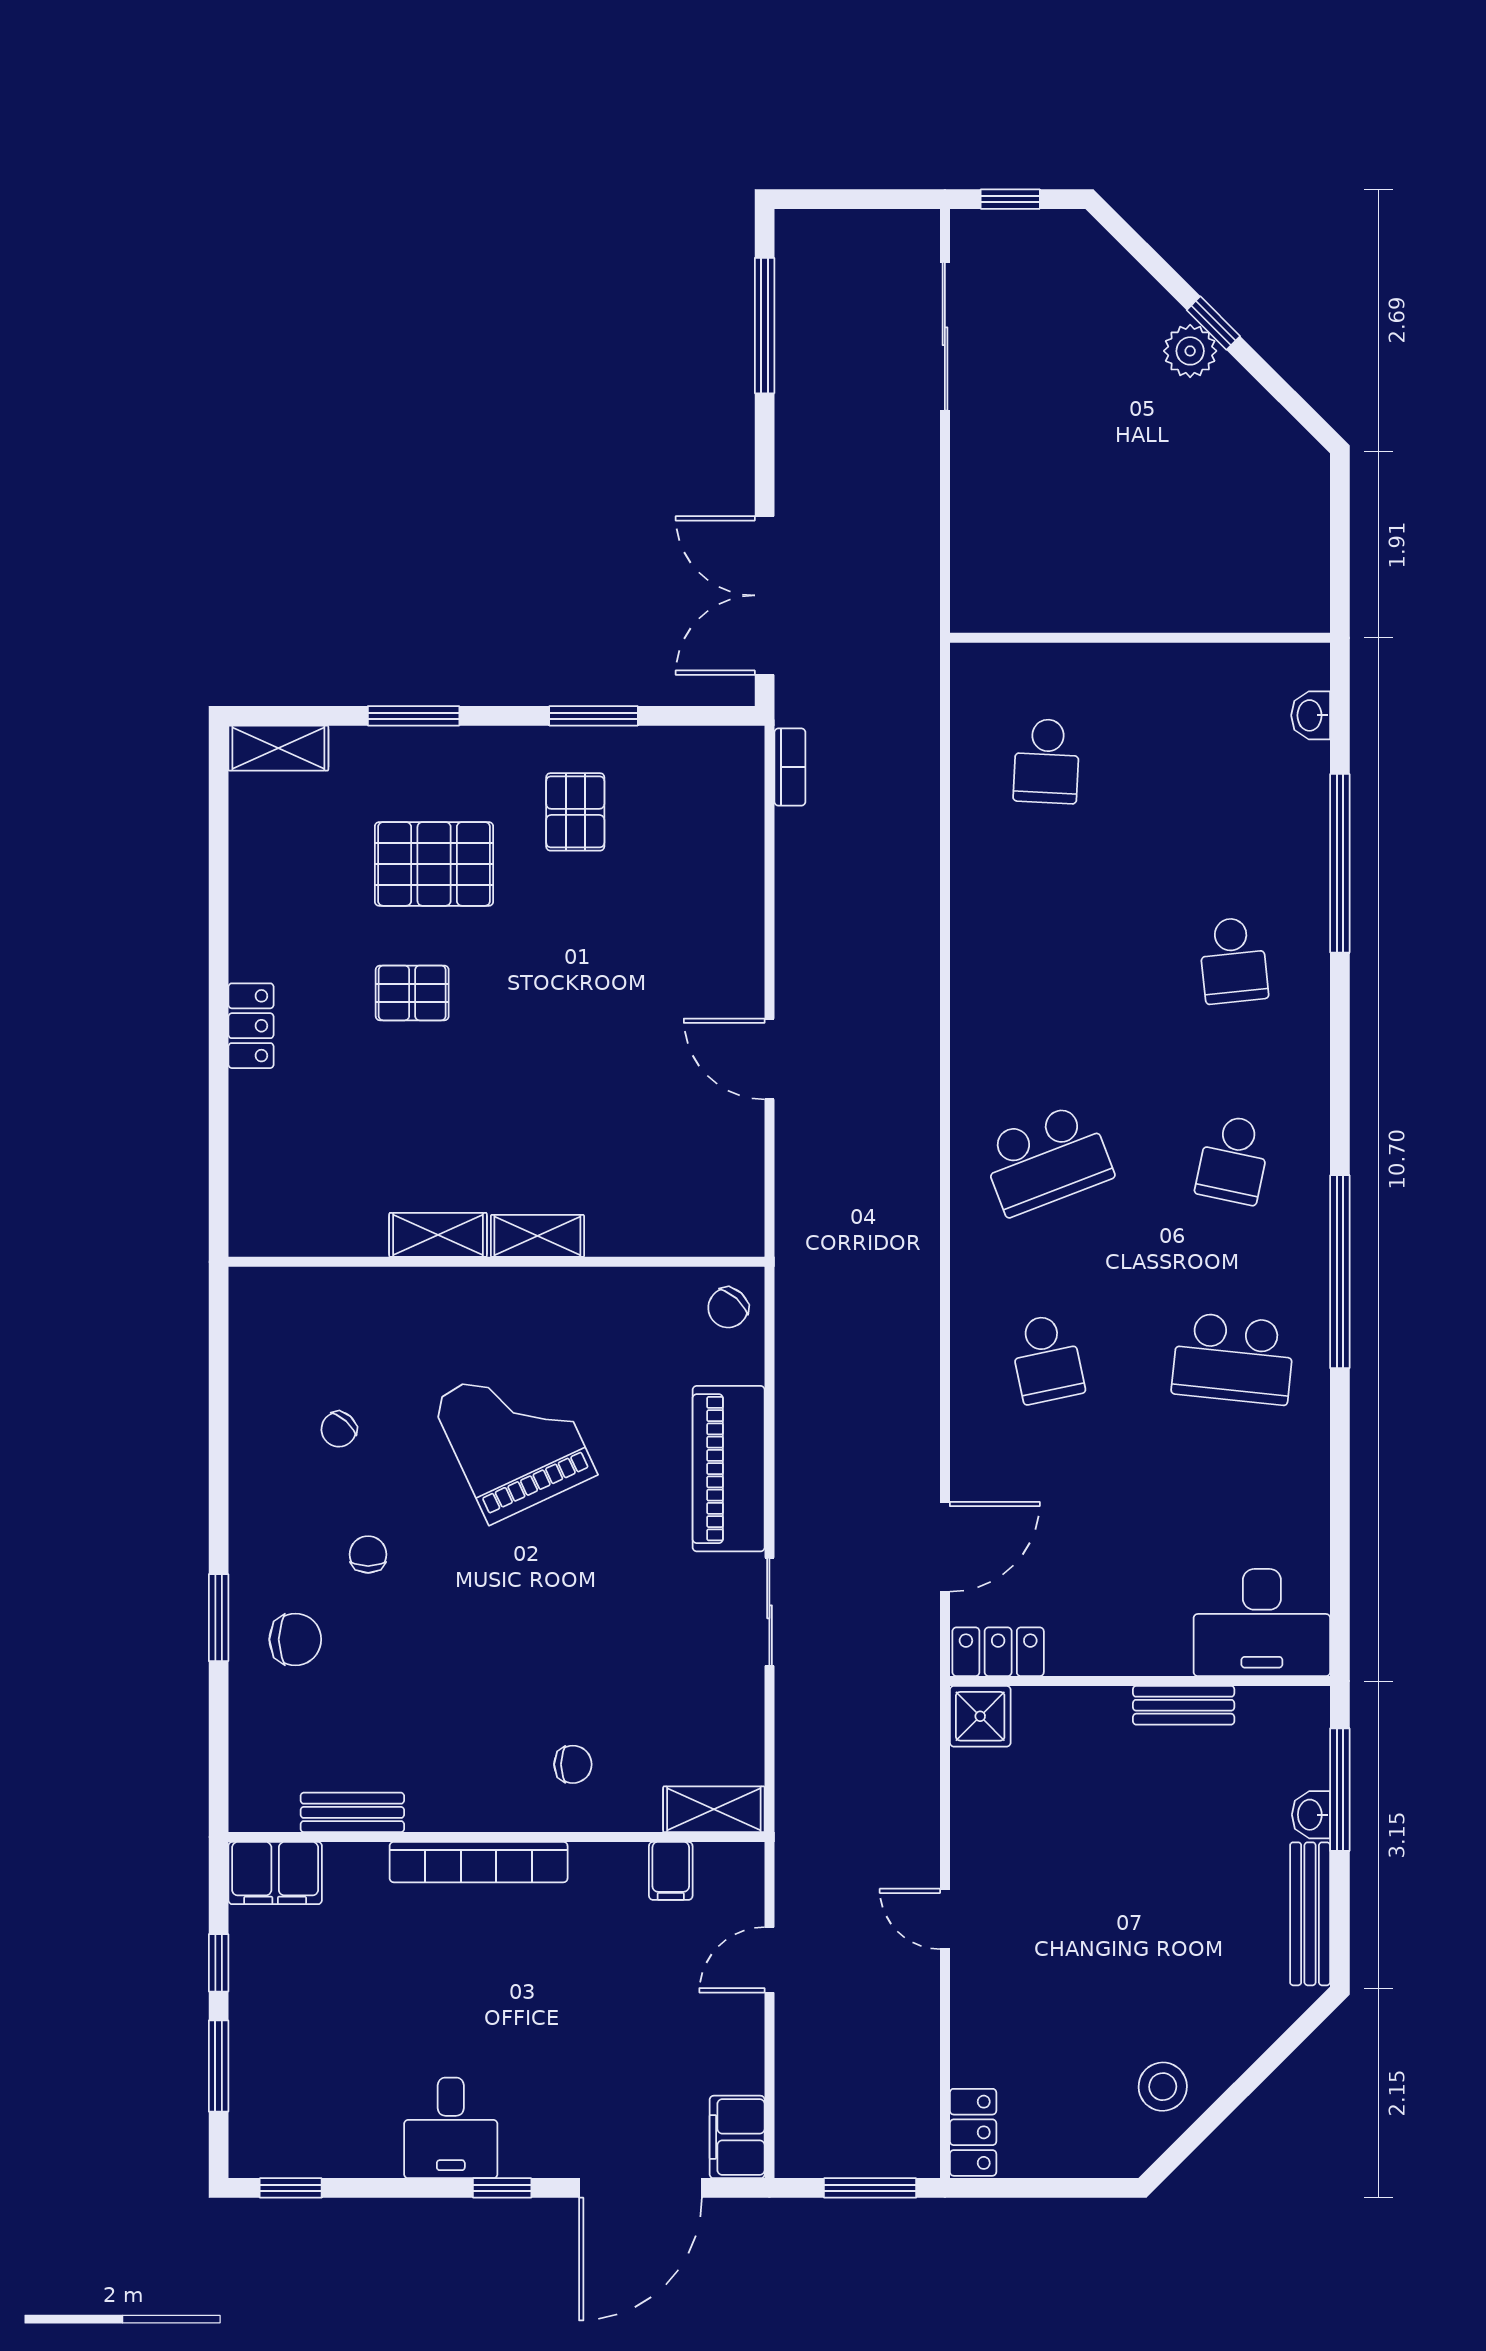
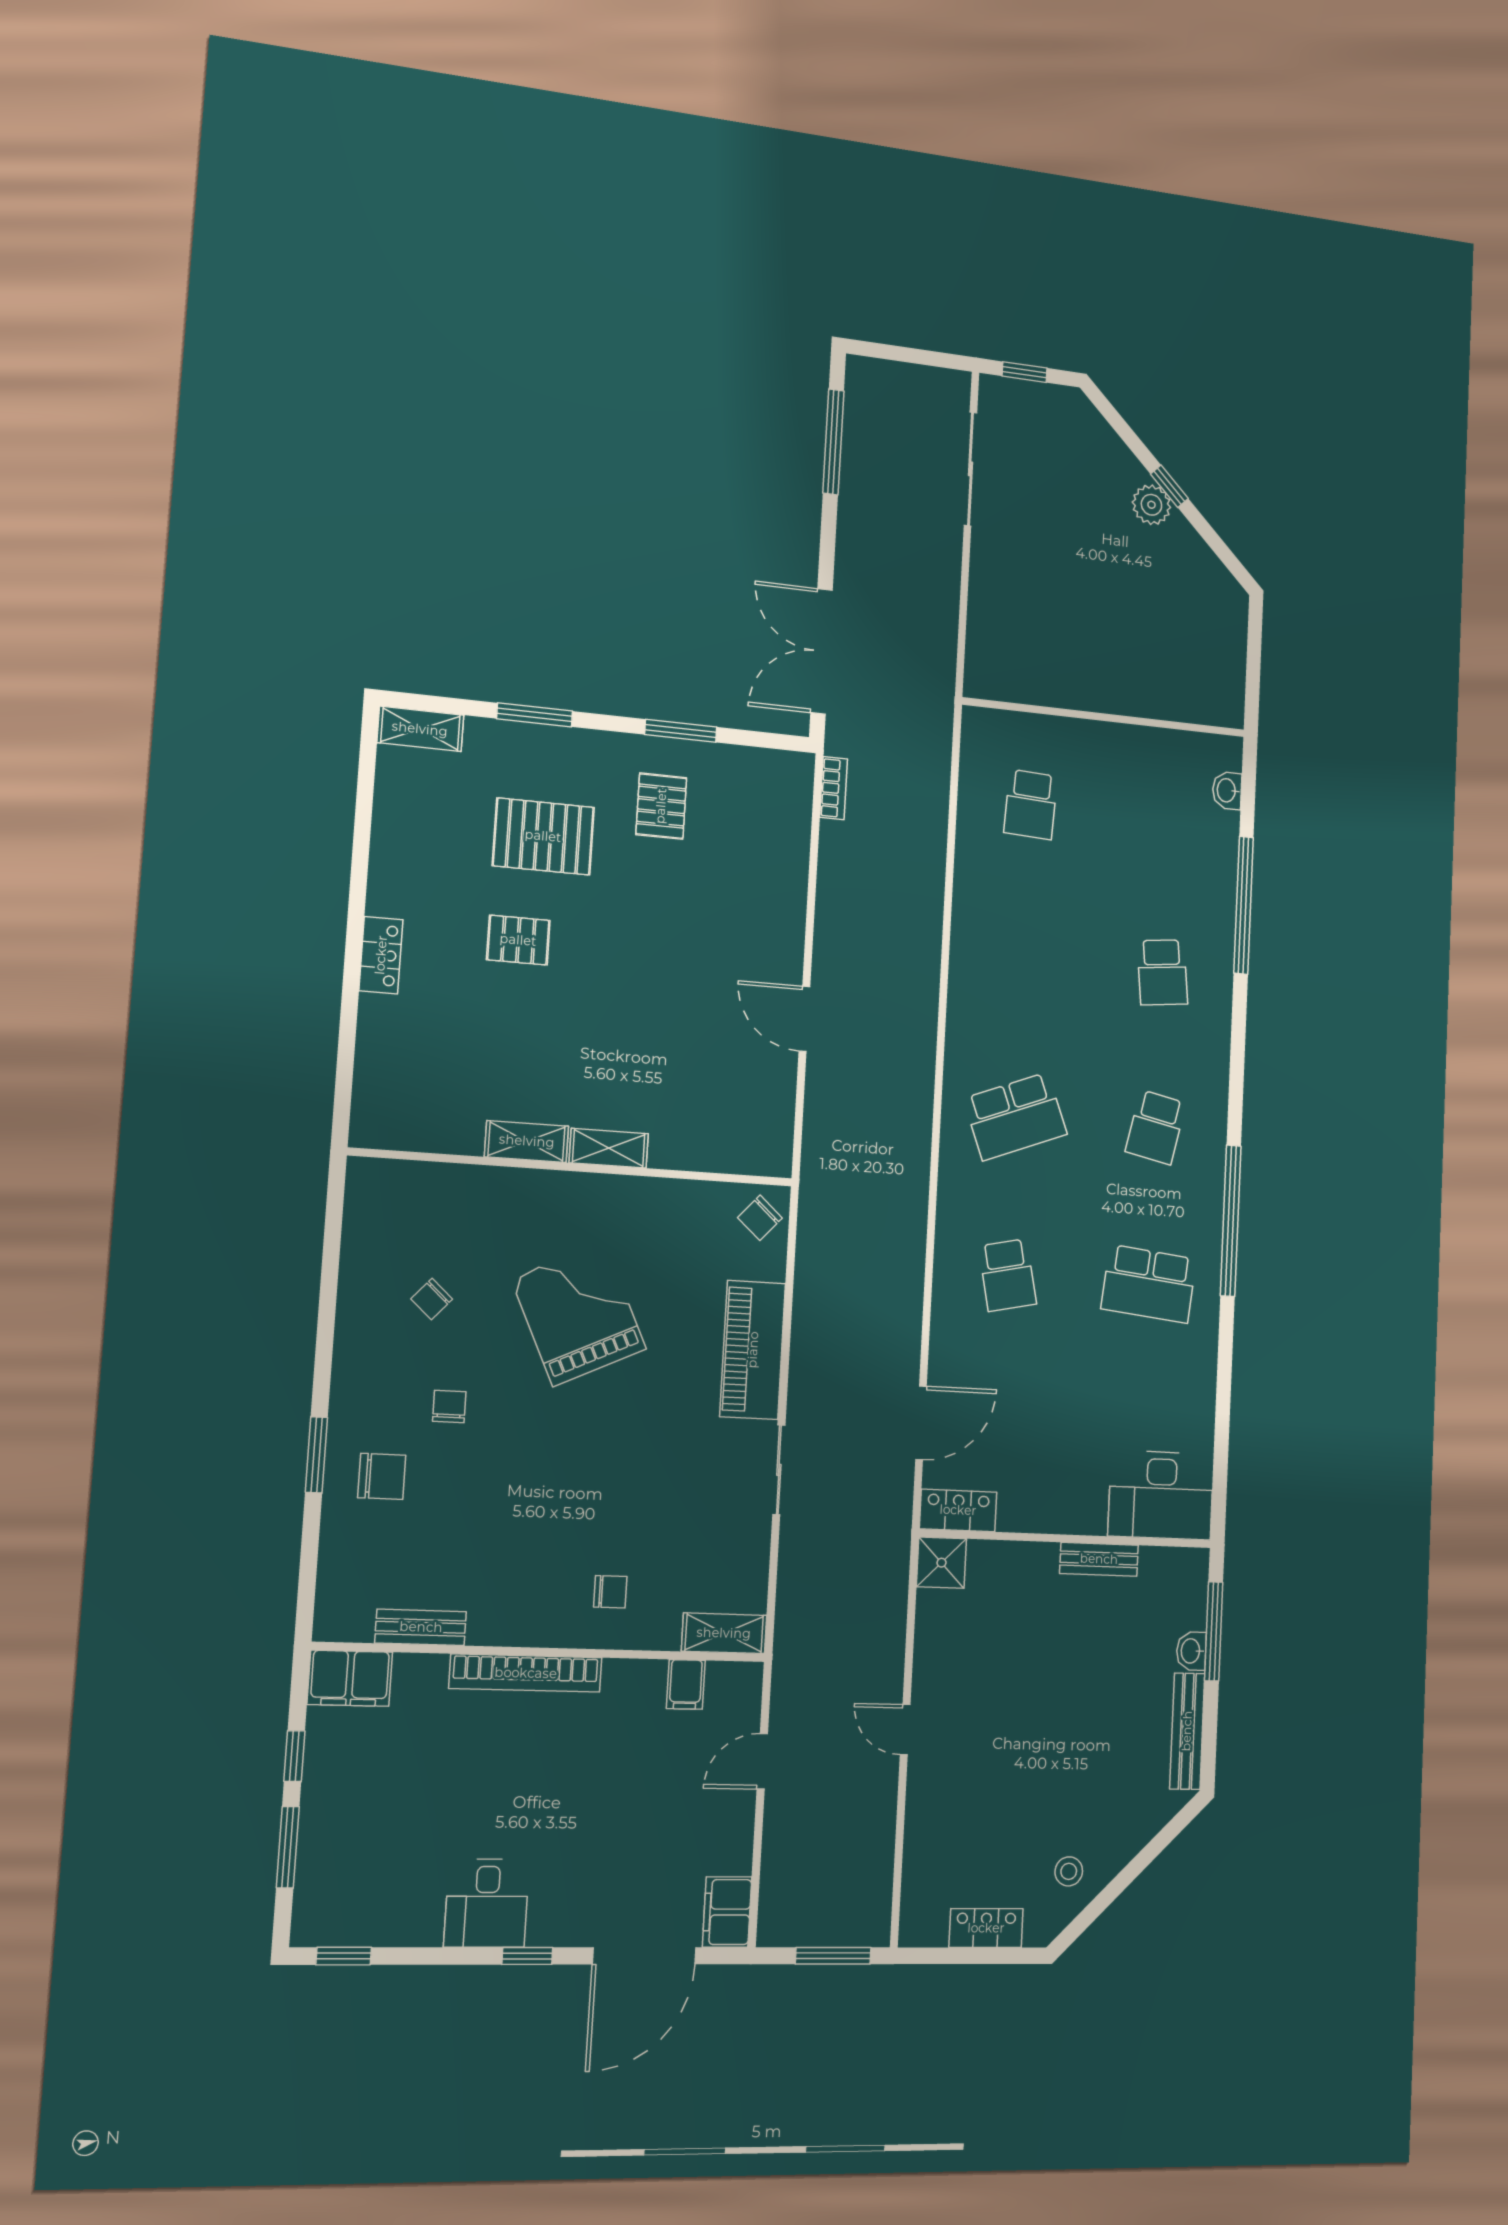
stool: (1163, 2087) -> (1069, 1871), width x0.73, depth x0.73
locker: (973, 2132) -> (986, 1928), moved, turned -90

